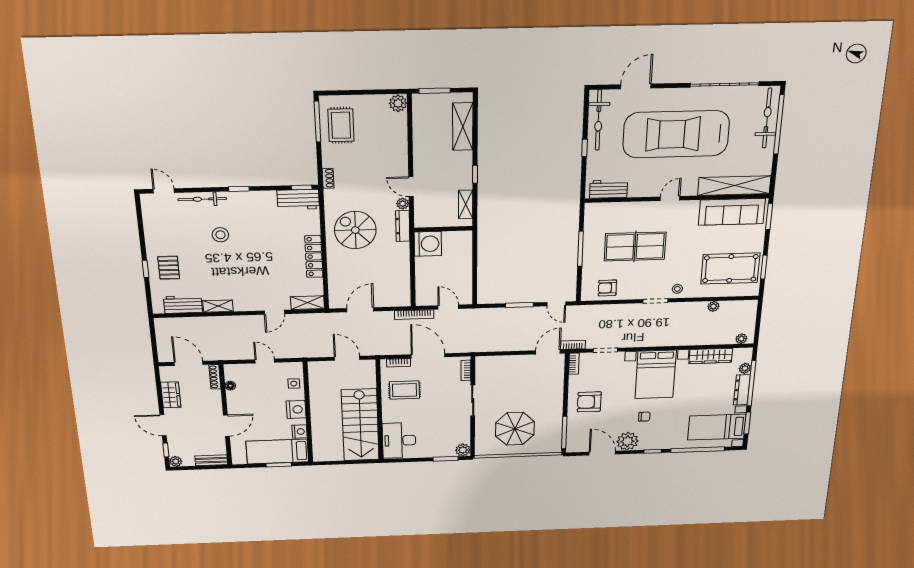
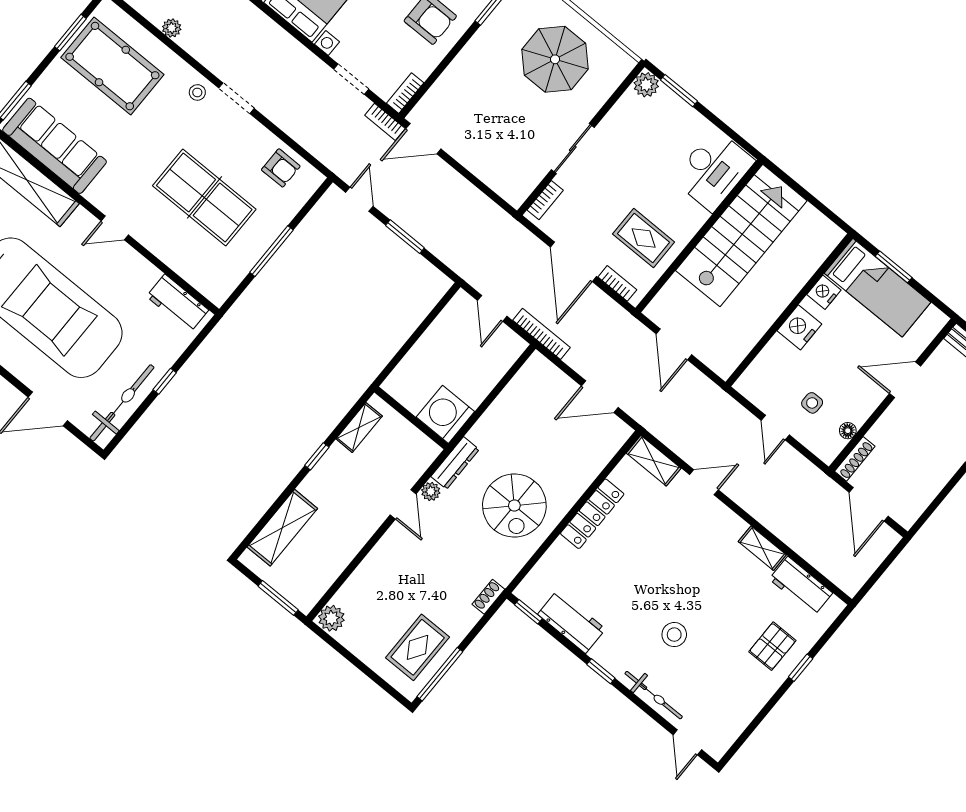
workbench: (298, 200) -> (572, 622), moved
side table: (294, 384) -> (812, 403), moved
wardrobe: (171, 395) -> (931, 481), removed

